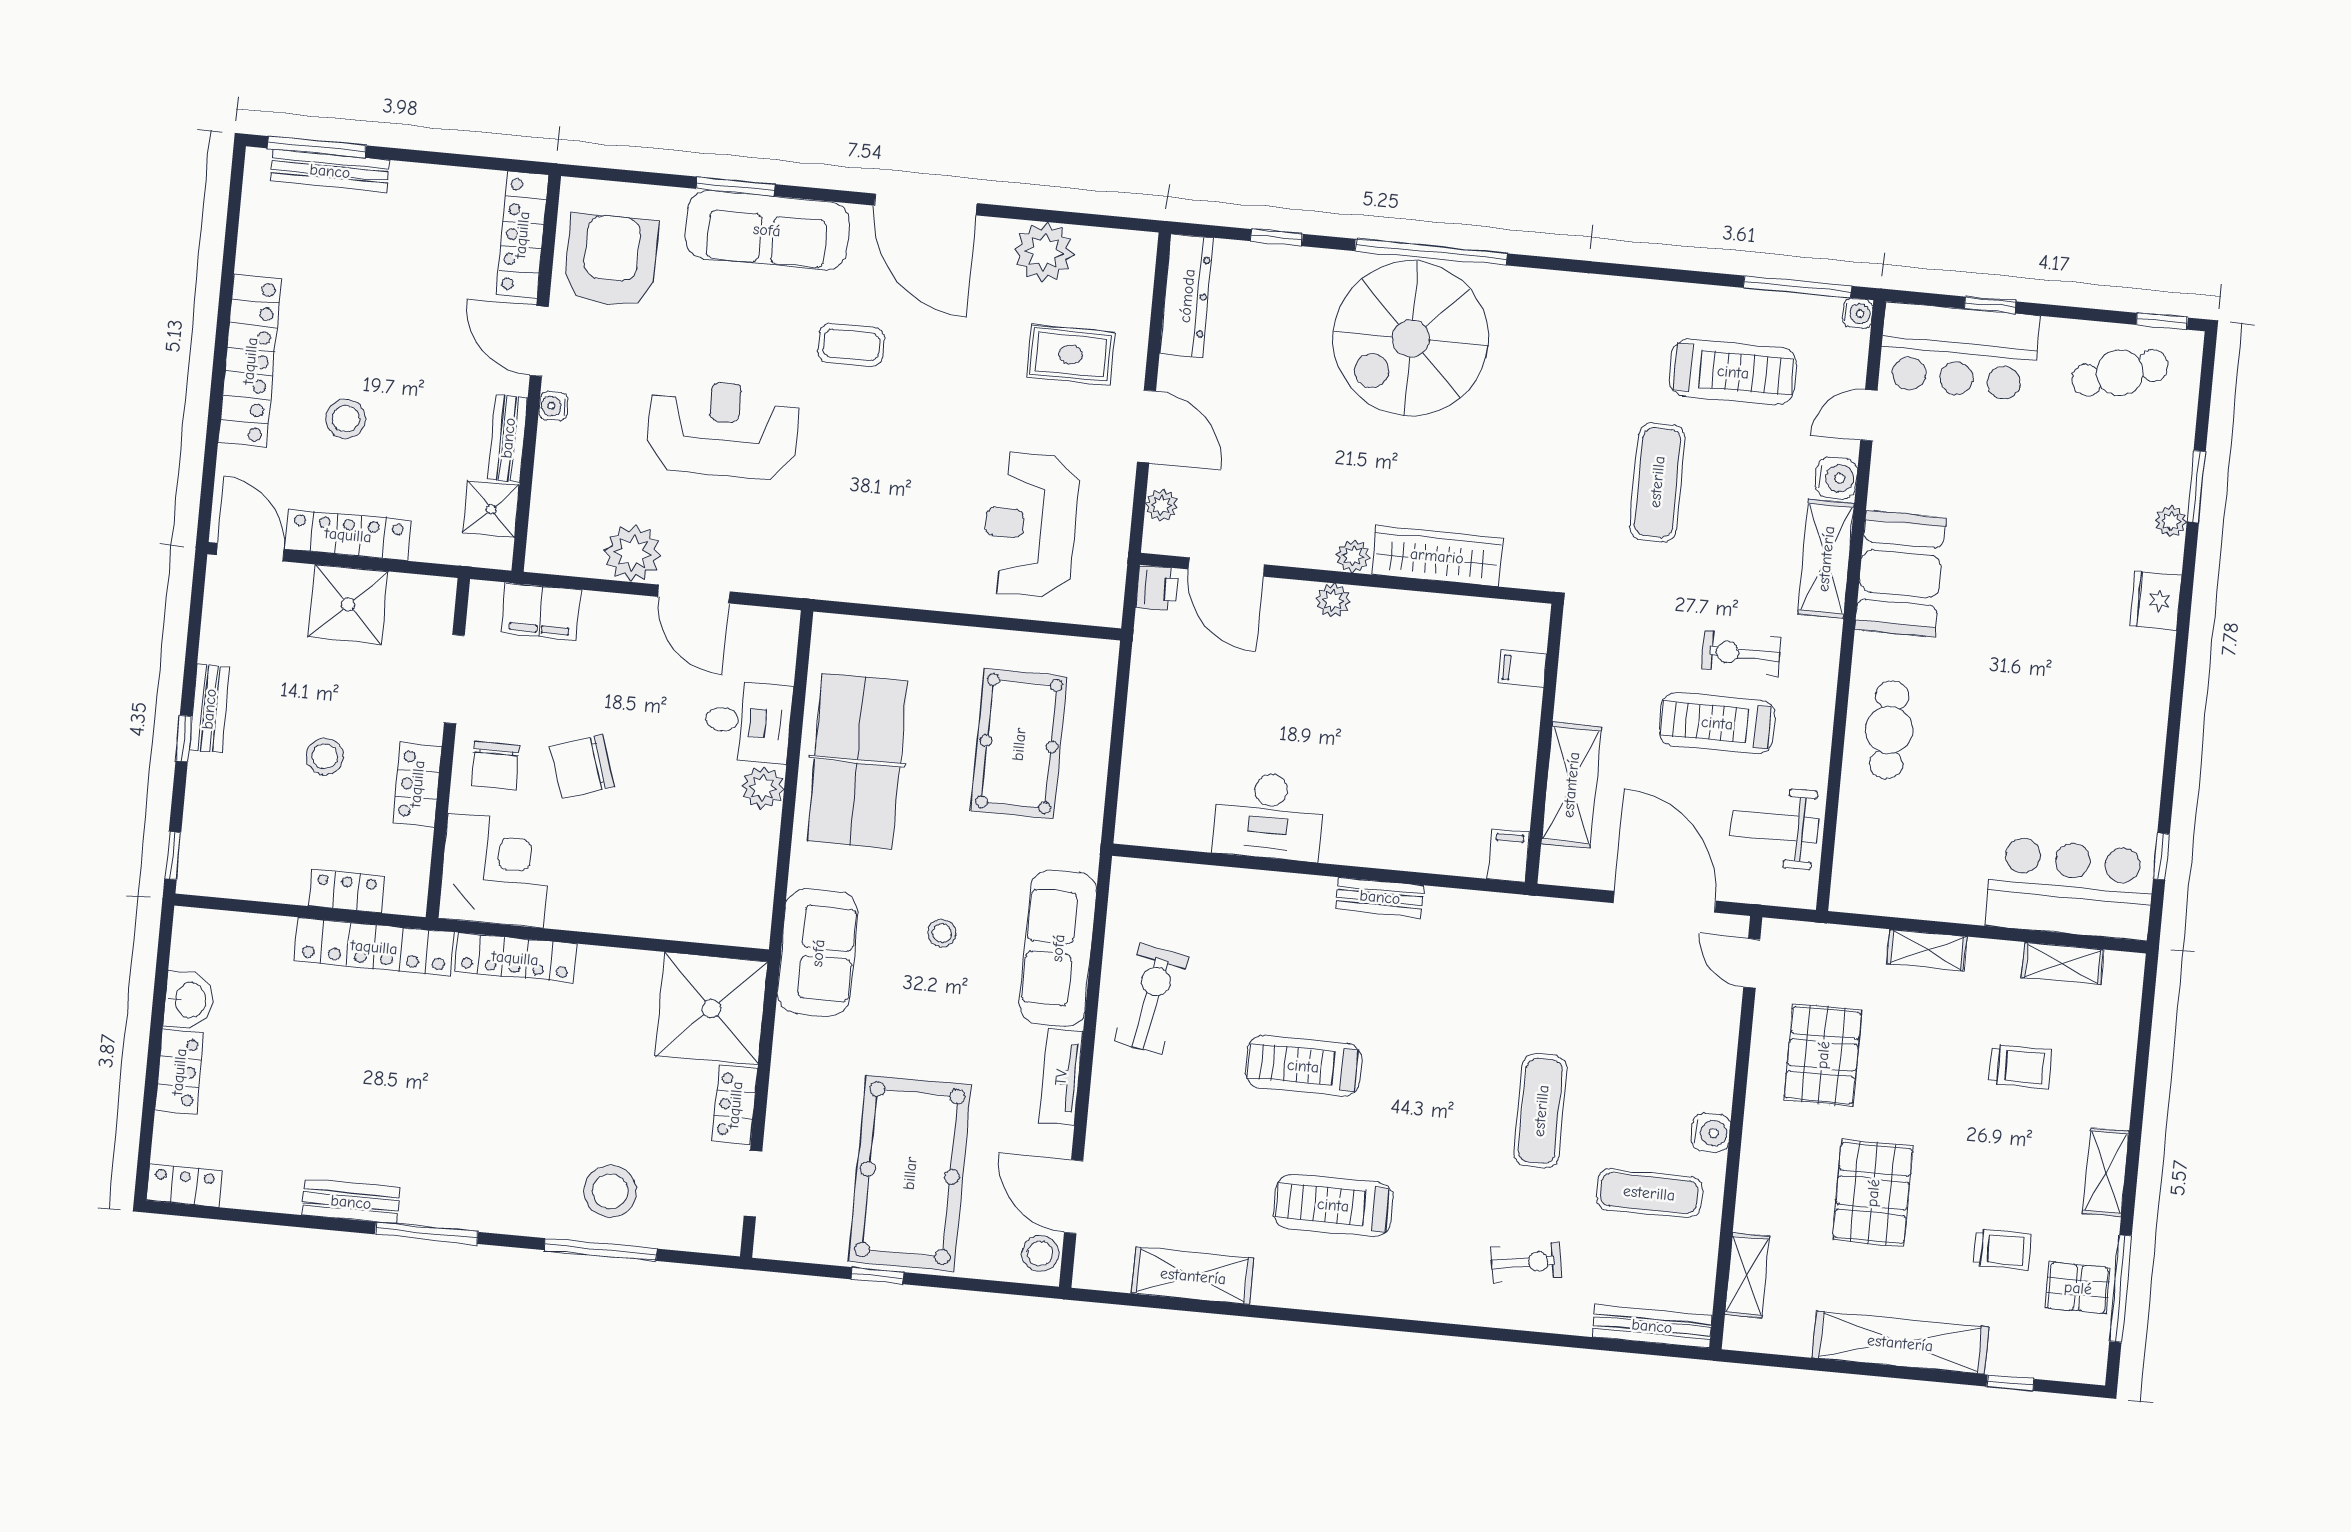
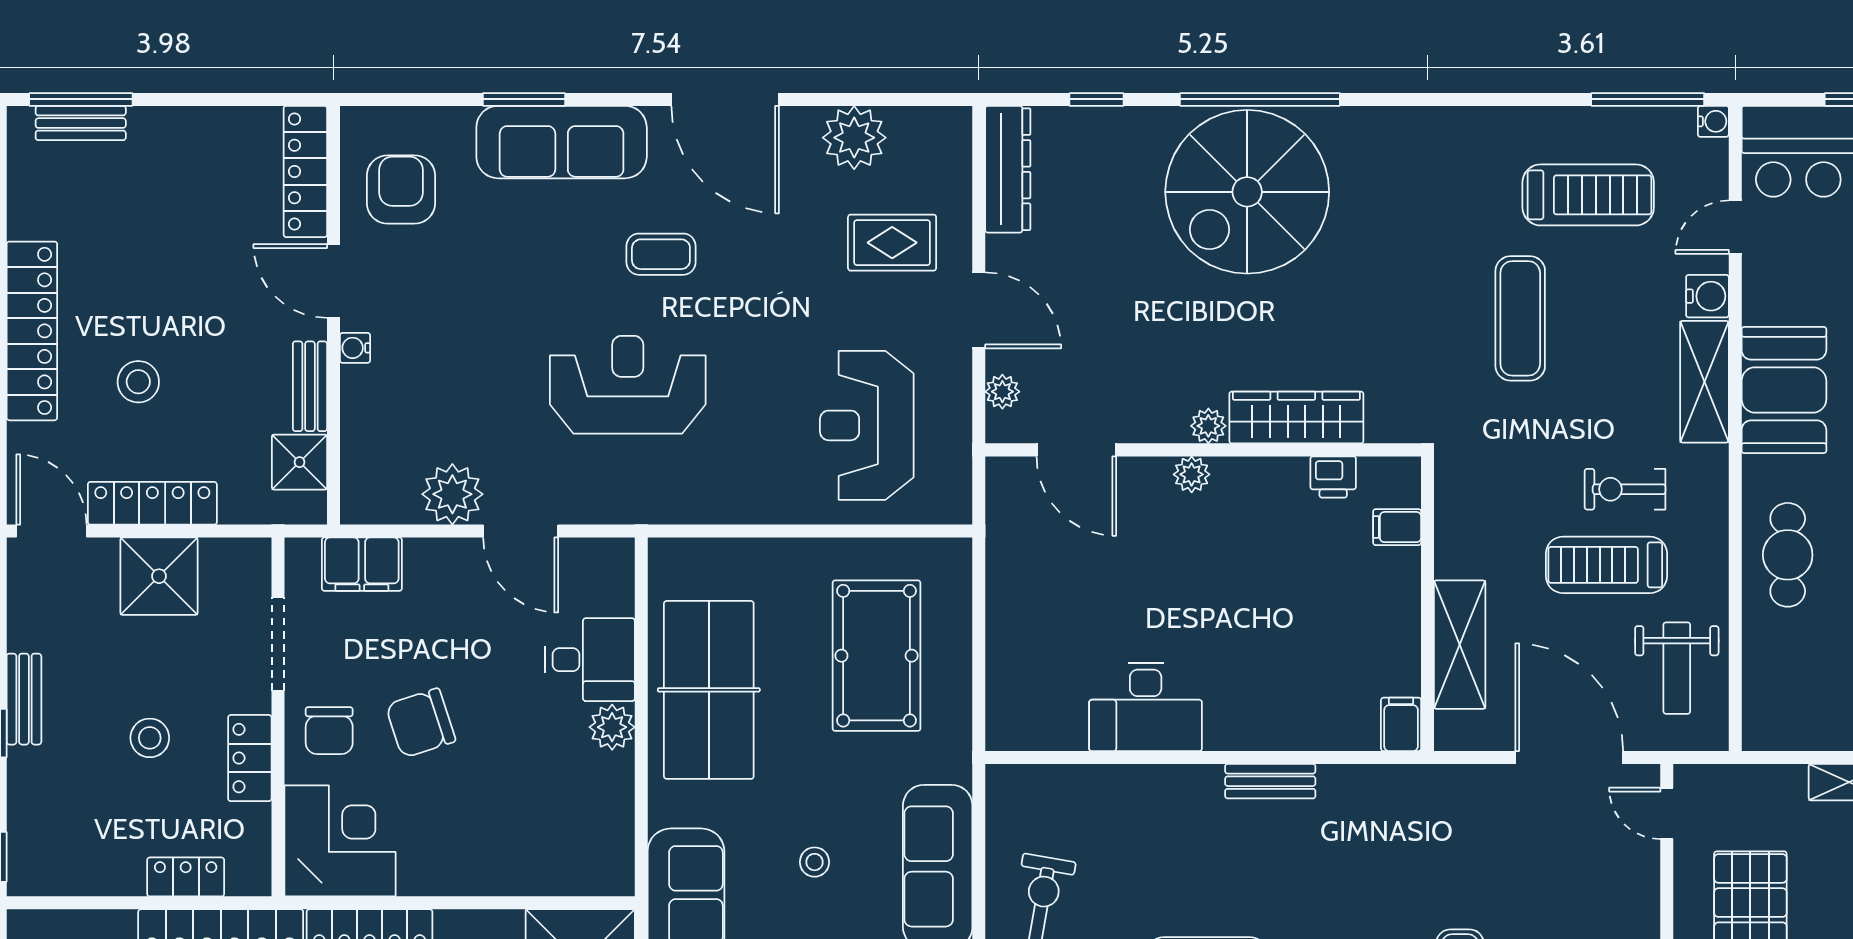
bench: (330, 171) -> (81, 123), width x0.73
armchair: (611, 260) -> (401, 189), width x0.73, depth x0.73
reception desk: (723, 429) -> (628, 385), moved
printer: (1157, 588) -> (1333, 477), moved, turned 90
weight bench: (1774, 827) -> (1677, 668), turned -90

